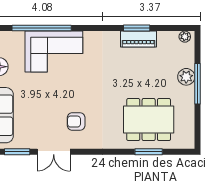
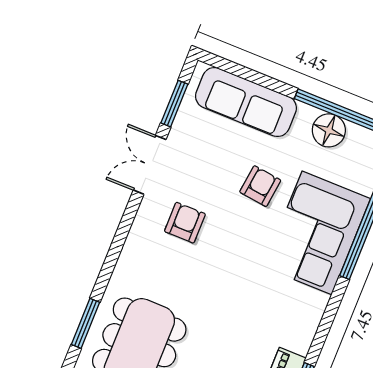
armchair: (42, 90) -> (260, 186), added

